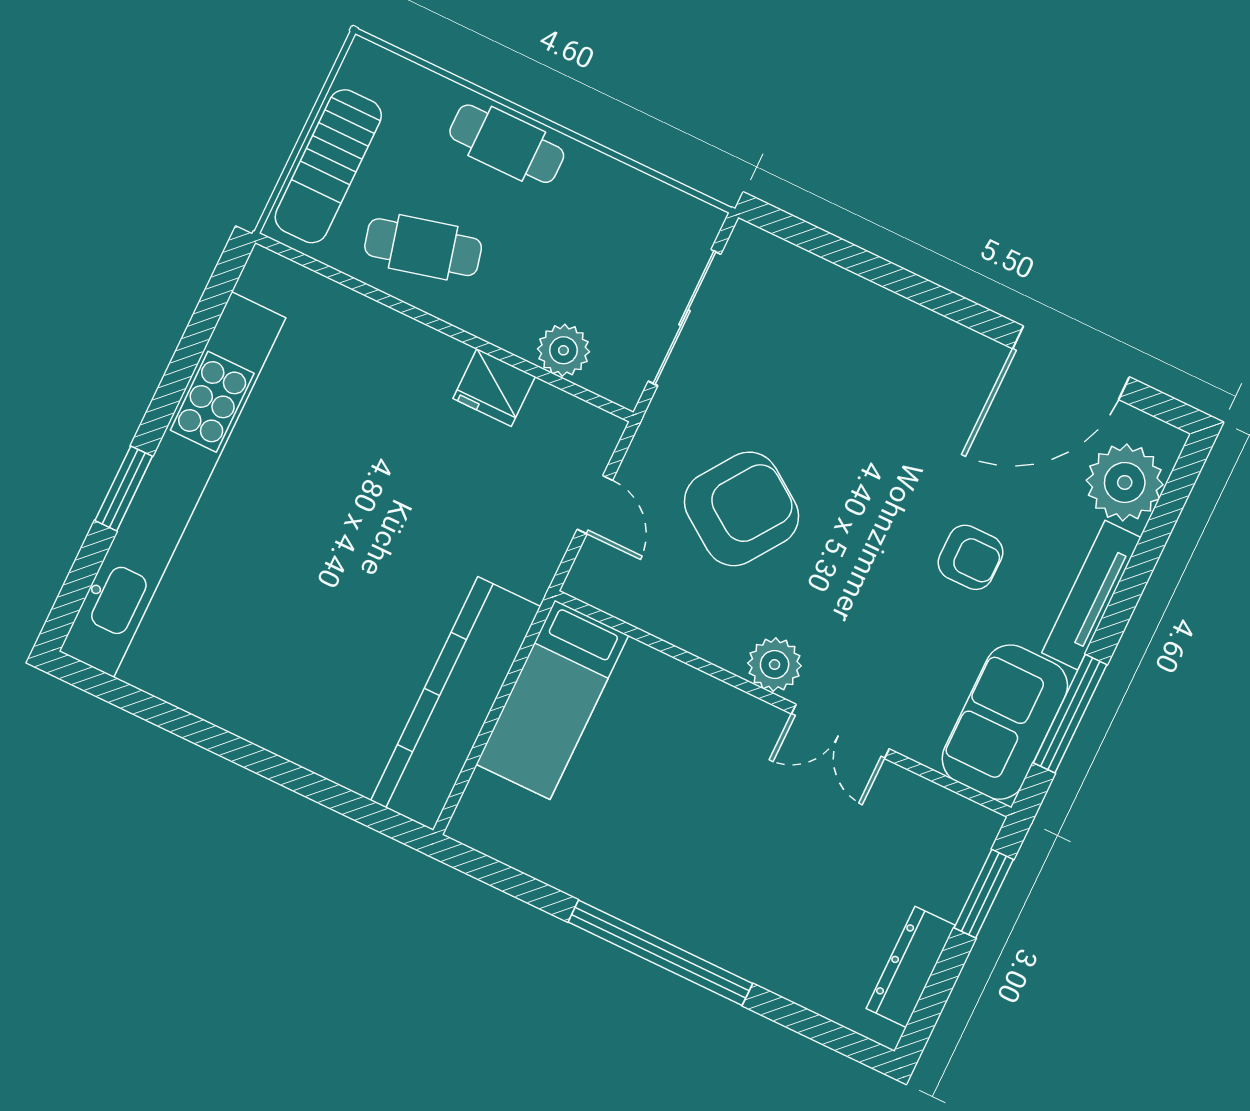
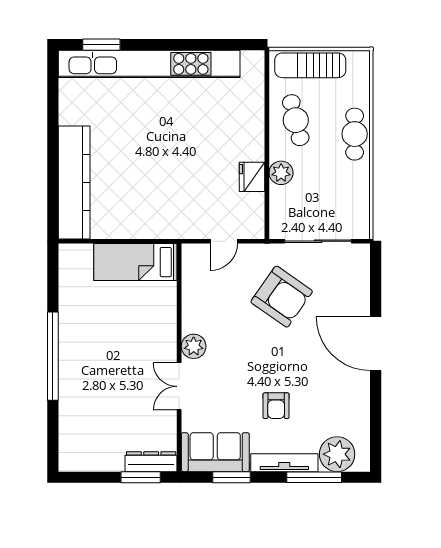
plant: (563, 350) -> (281, 173), moved
door: (1071, 363) -> (376, 344), moved
window: (124, 488) -> (101, 45), moved
armchair: (741, 509) -> (282, 297), moved
window: (1149, 550) -> (314, 477), added
kitchen counter: (456, 704) -> (74, 182), moved, turned 90
window: (1070, 714) -> (232, 477), width x0.69
dresser: (911, 967) -> (151, 462), moved

